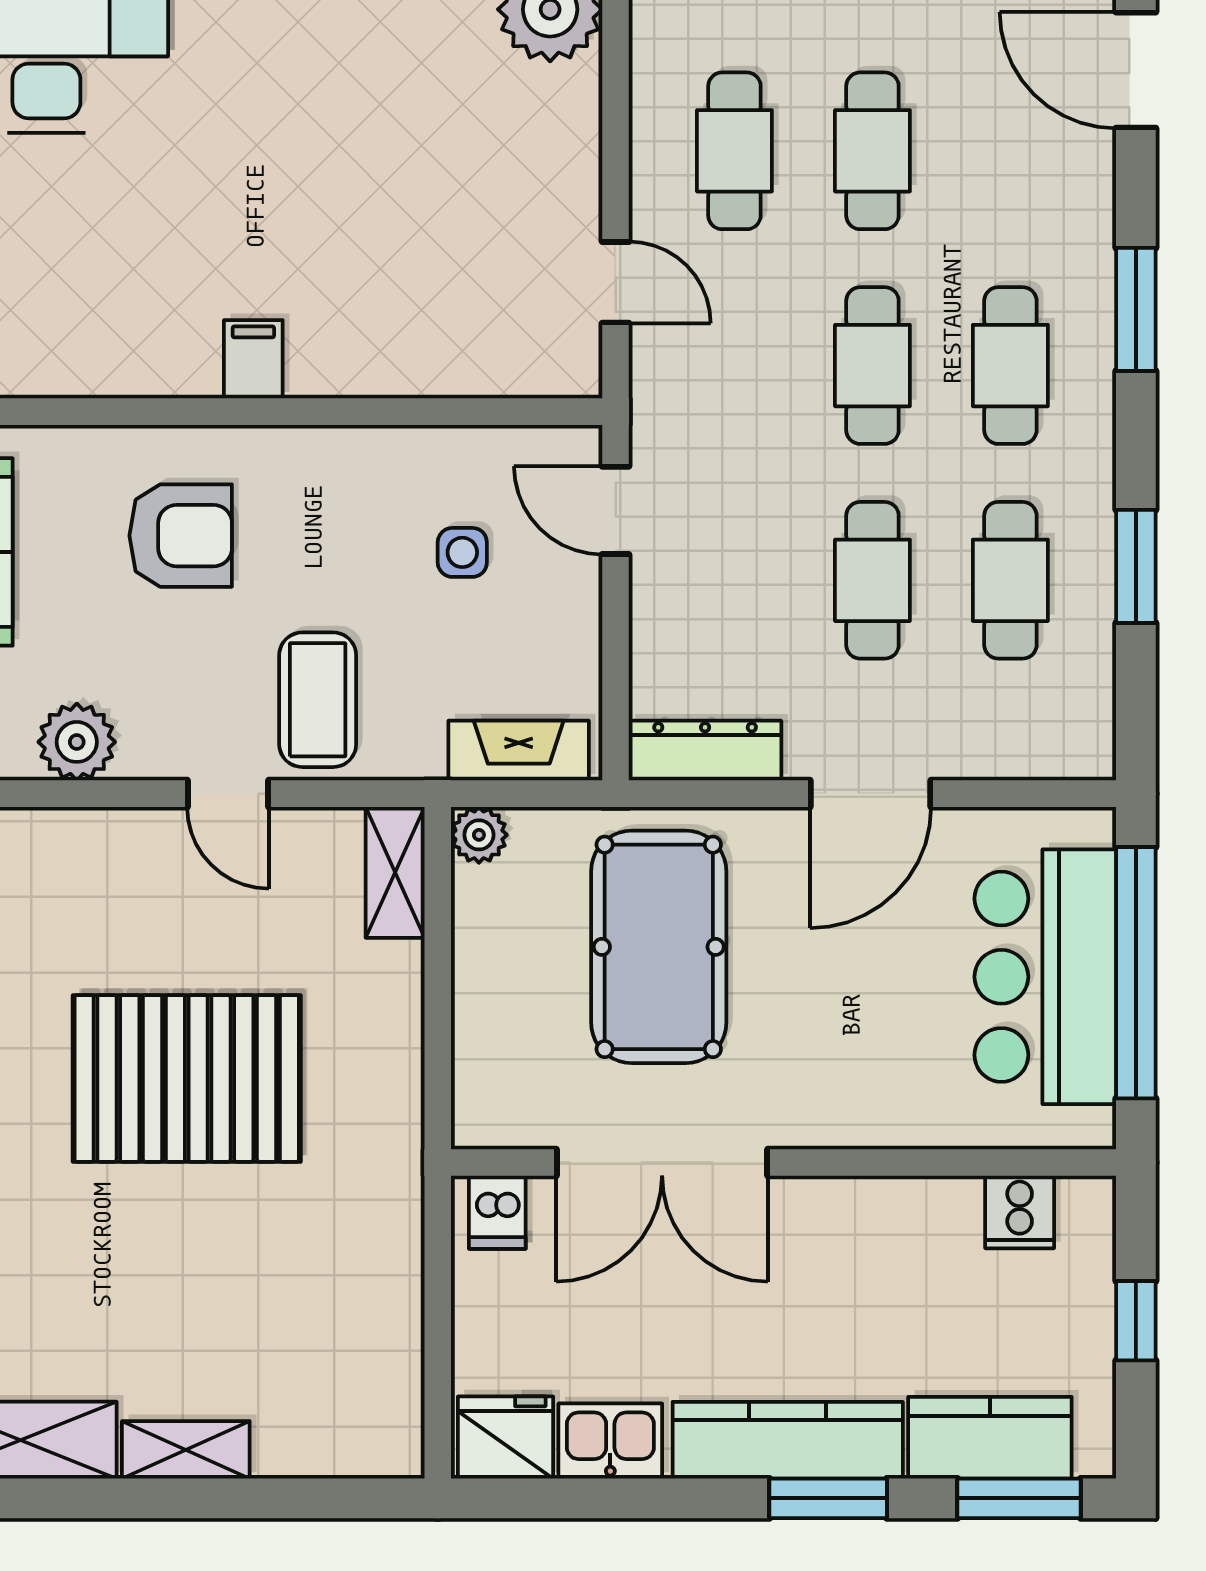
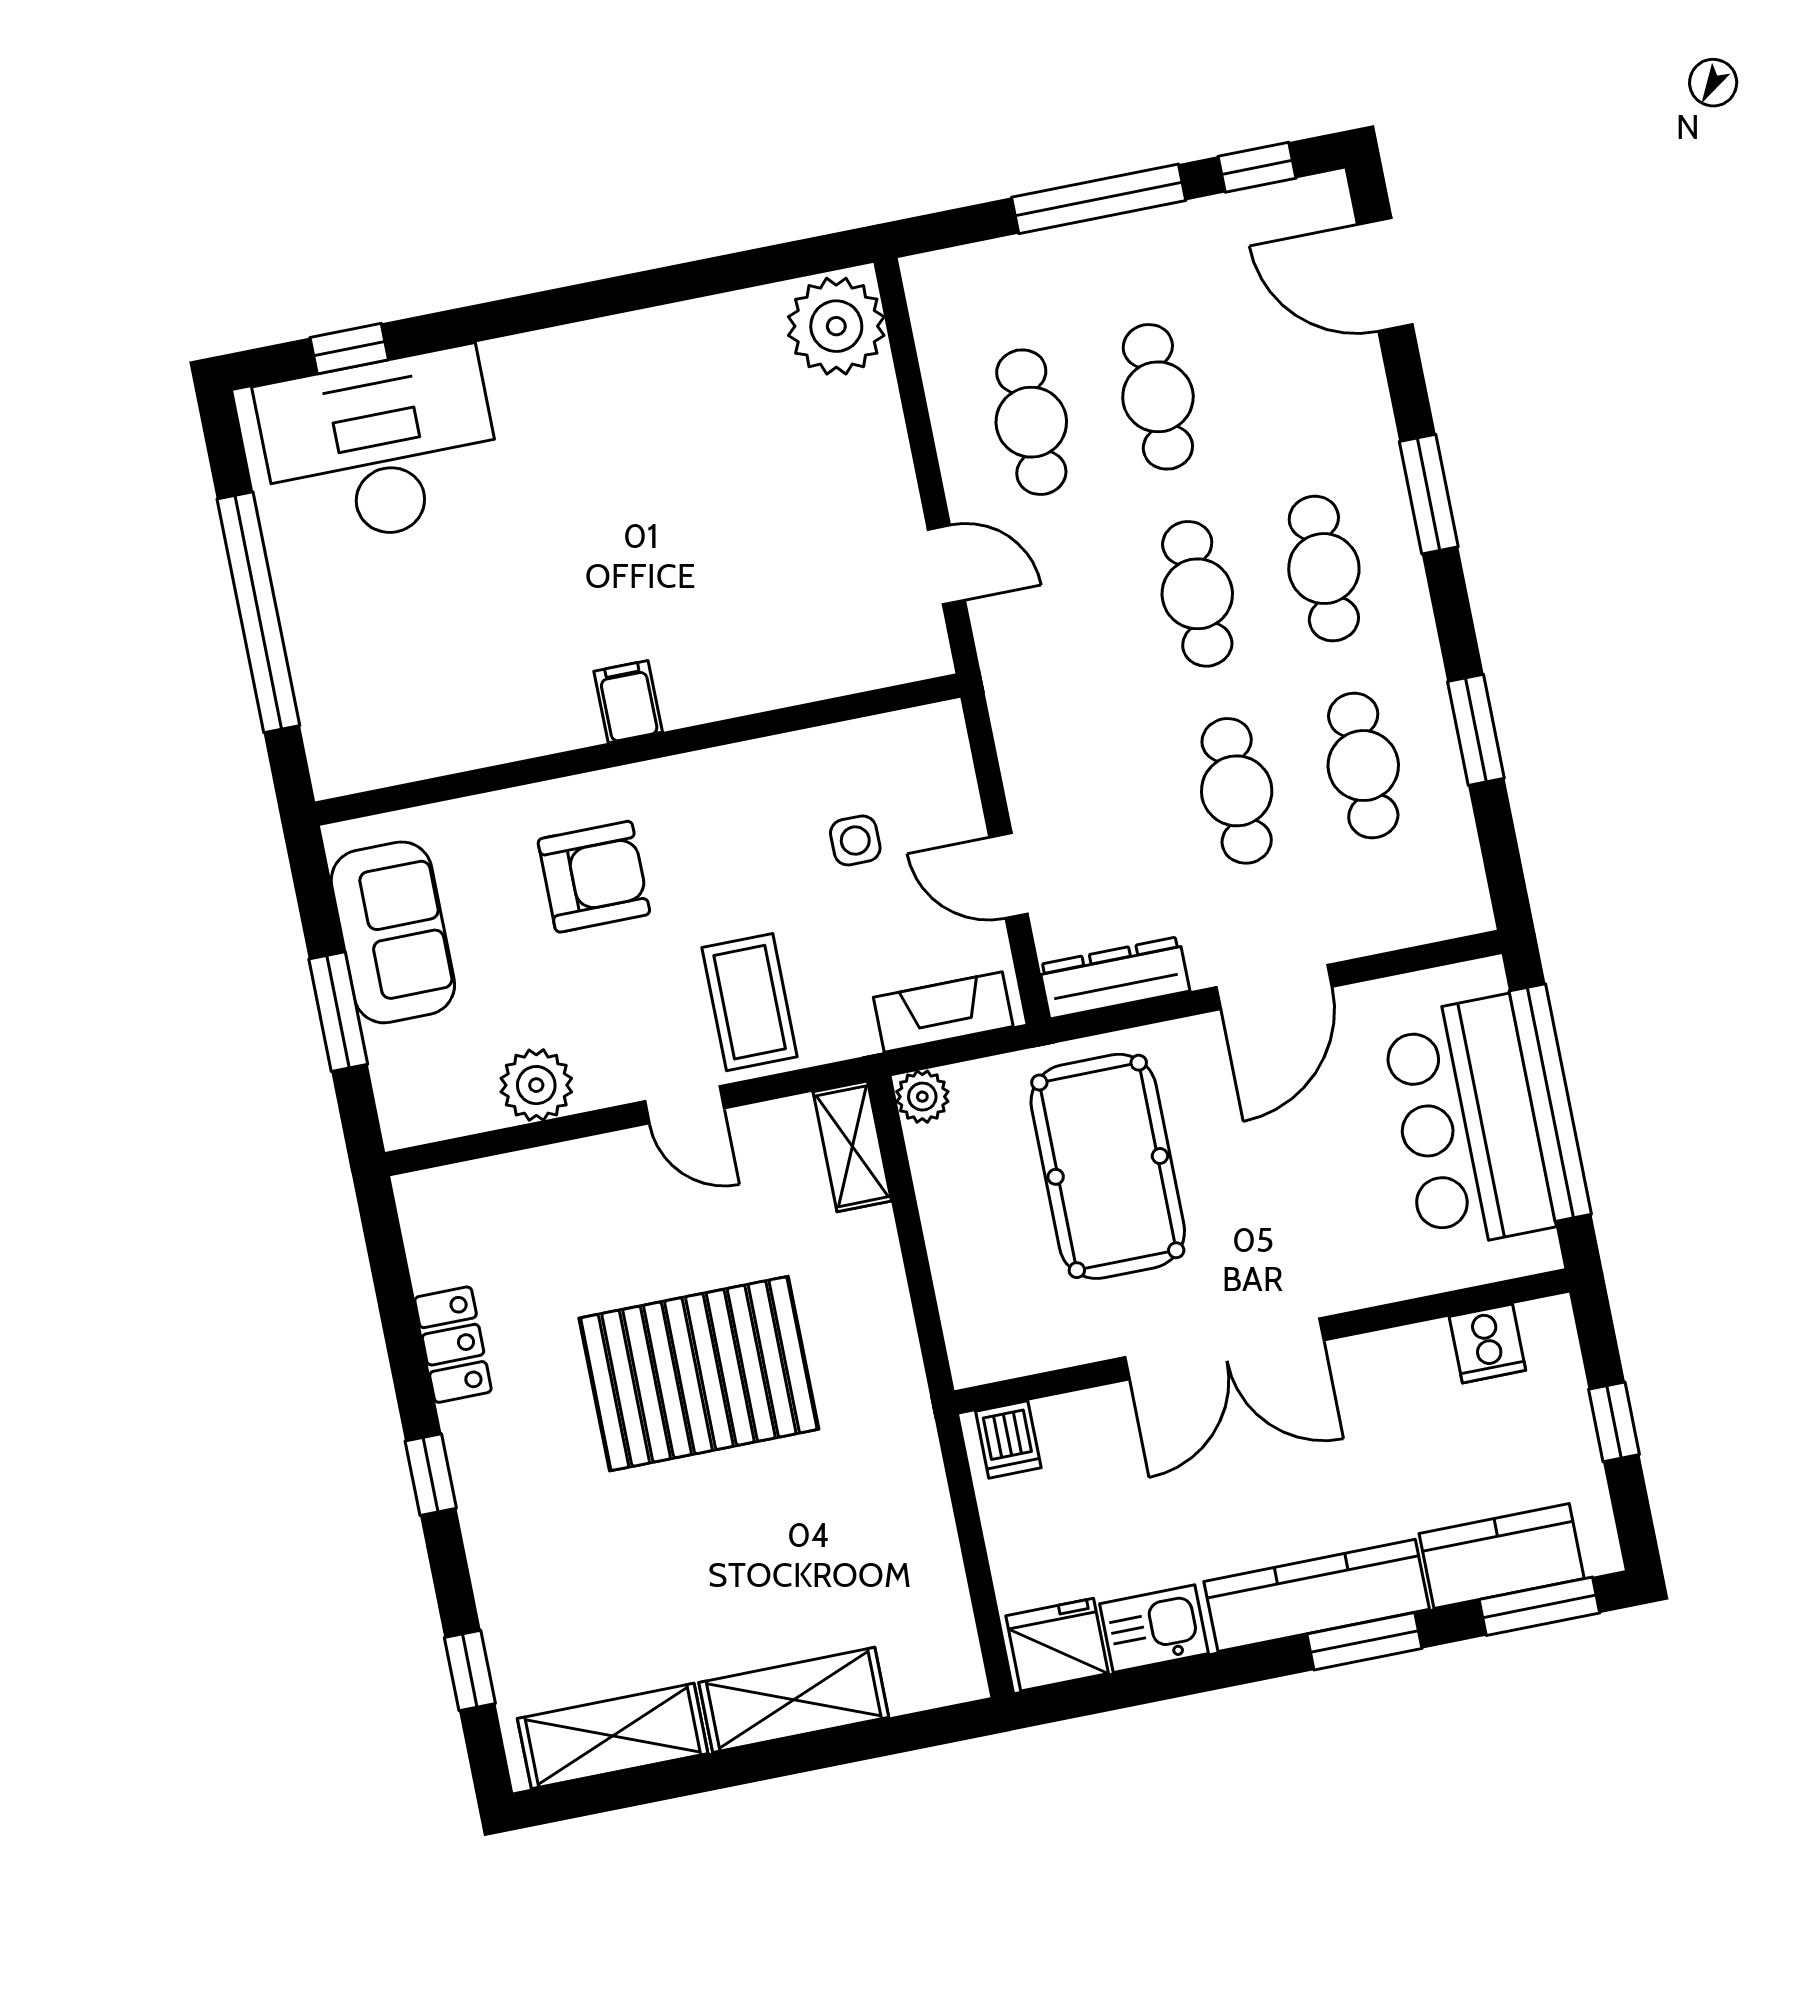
door: (616, 510) -> (1009, 876), moved
double door: (662, 1162) -> (1224, 1349), moved
shelving: (186, 1450) -> (794, 1700), width x1.50, depth x1.33

